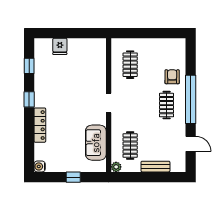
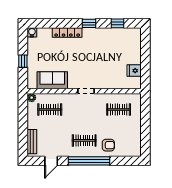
fridge: (60, 46) -> (134, 71), moved
bench: (155, 167) -> (32, 142), moved

